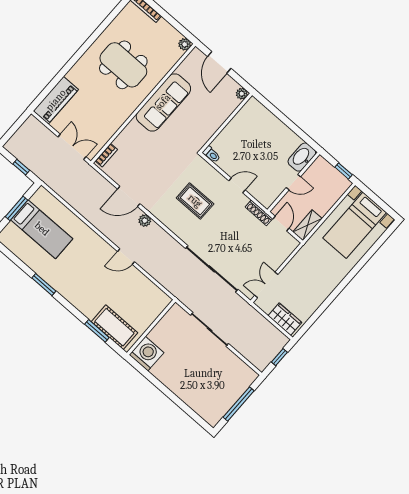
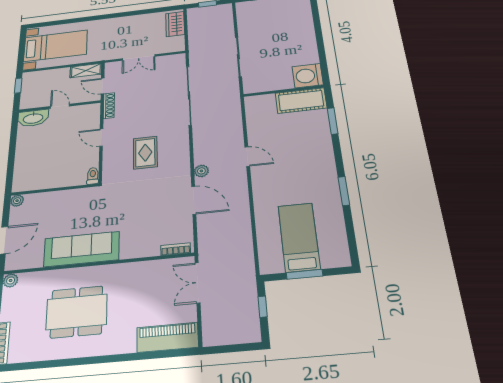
dining table: (123, 65) -> (77, 312), turned 90
door: (281, 224) -> (103, 86), hinge flipped
double door: (266, 285) -> (139, 58), moved
cot: (114, 327) -> (301, 101), moved, turned 90

